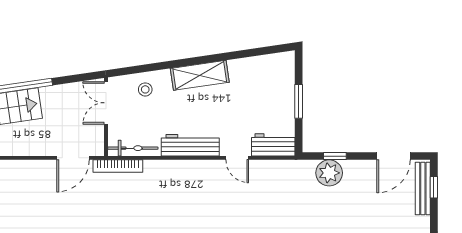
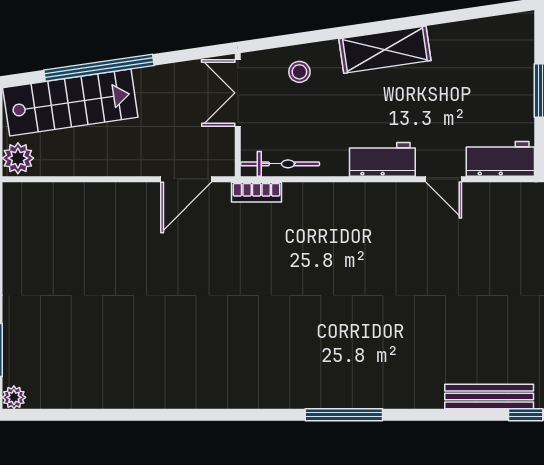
workbench: (190, 145) -> (382, 159), width x0.73
bookcase: (118, 166) -> (257, 192), width x0.64

